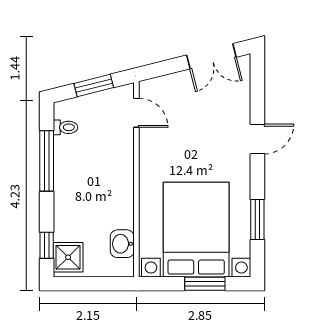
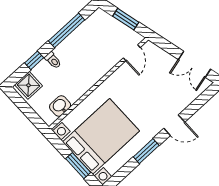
toilet: (65, 127) -> (53, 60), moved
window: (257, 220) -> (146, 151), moved
window: (47, 245) -> (34, 60), moved

